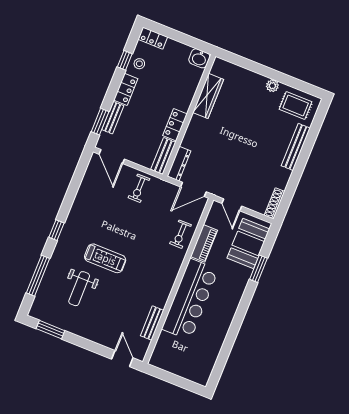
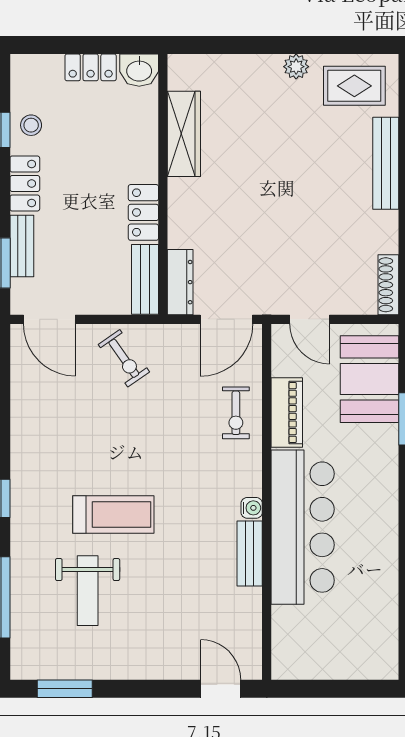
locker: (153, 38) -> (91, 67), moved
exercise bike: (139, 188) -> (124, 358), turned -35
water cooler: (170, 281) -> (252, 508), added
bench: (152, 323) -> (250, 554), moved

